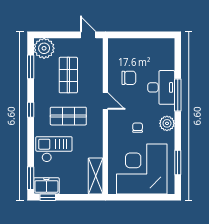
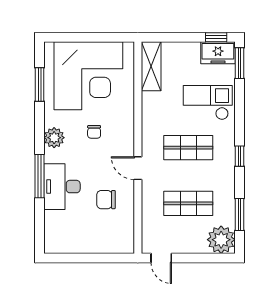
shop shelf: (68, 75) -> (188, 203), turned 90
checkout: (54, 149) -> (208, 103), turned 180

